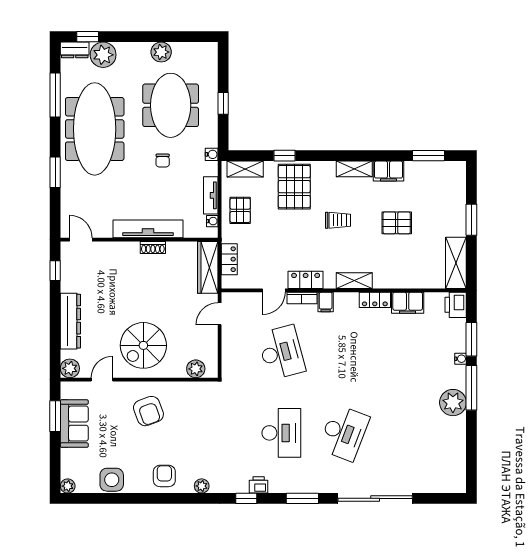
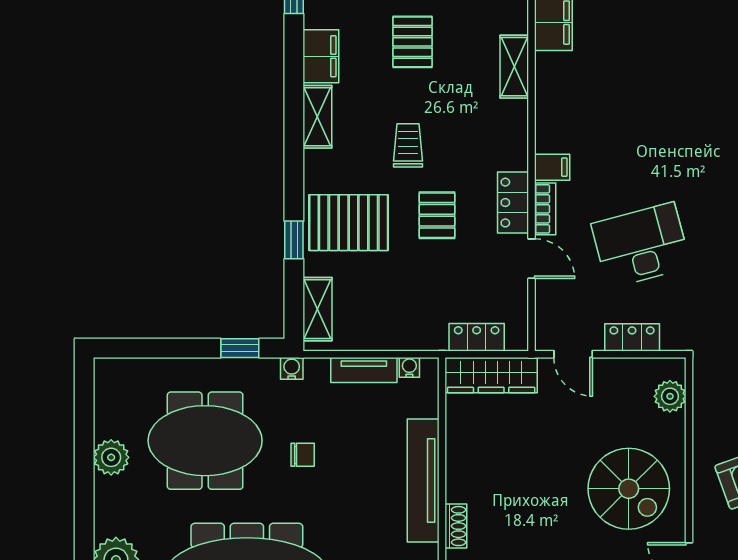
window: (223, 103) -> (240, 348), moved
pallet: (240, 210) -> (437, 215), moved, turned 90
shoe rack: (153, 247) -> (456, 526), moved
shelving: (354, 281) -> (514, 67), moved
locker: (375, 300) -> (632, 337), moved, turned -90

